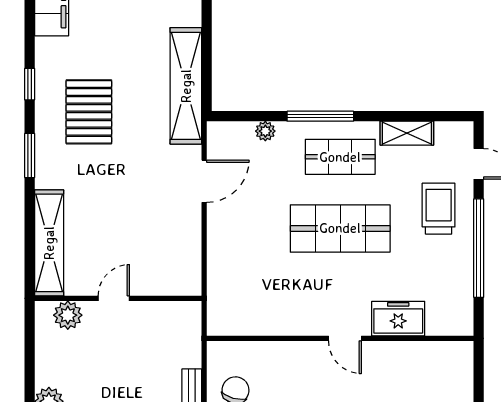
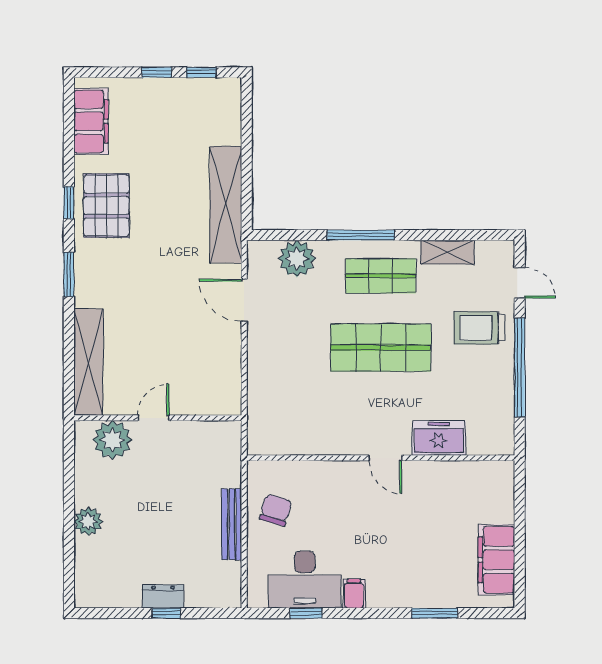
pallet: (89, 112) -> (106, 206), moved
plant: (265, 131) -> (297, 259), width x1.87, depth x1.87
door: (204, 181) -> (244, 300), swing flipped
trolley: (439, 209) -> (479, 328), turned -90
plant: (68, 315) -> (112, 440), width x1.36, depth x1.36

